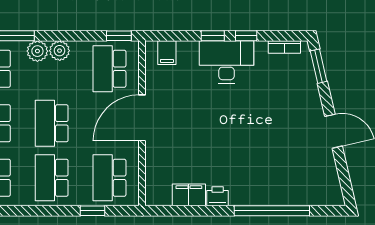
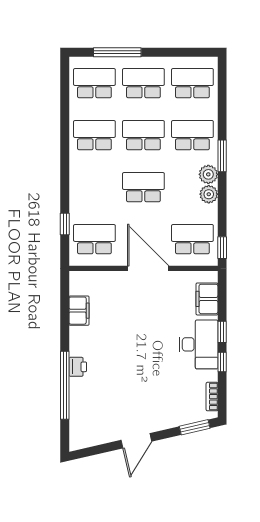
filing cabinet: (167, 53) -> (207, 299), width x2.00
school desk: (52, 178) -> (94, 187), removed
printer: (218, 196) -> (78, 367), moved

